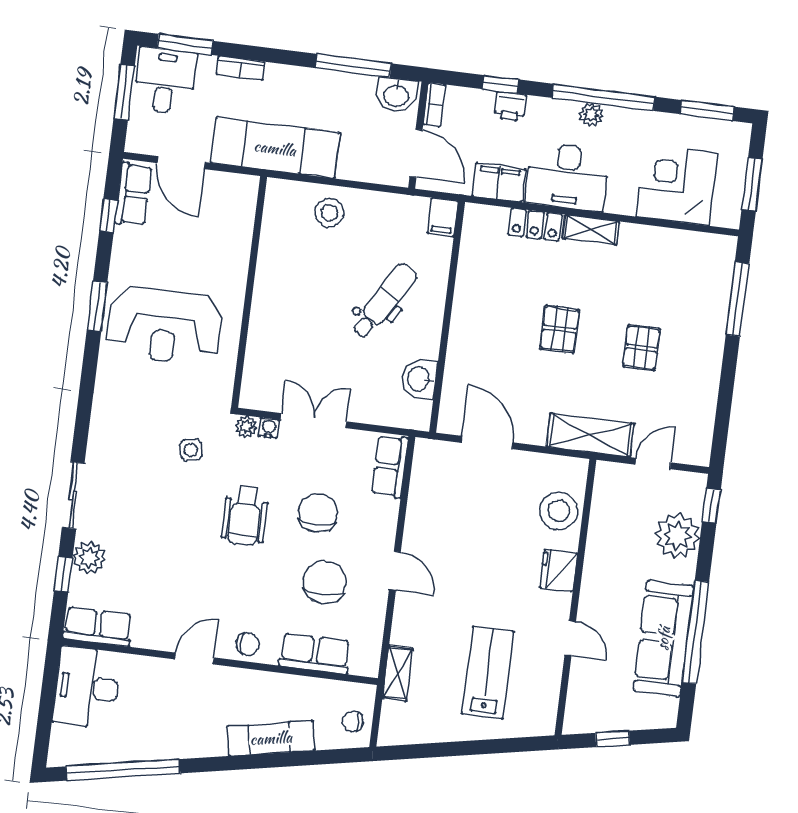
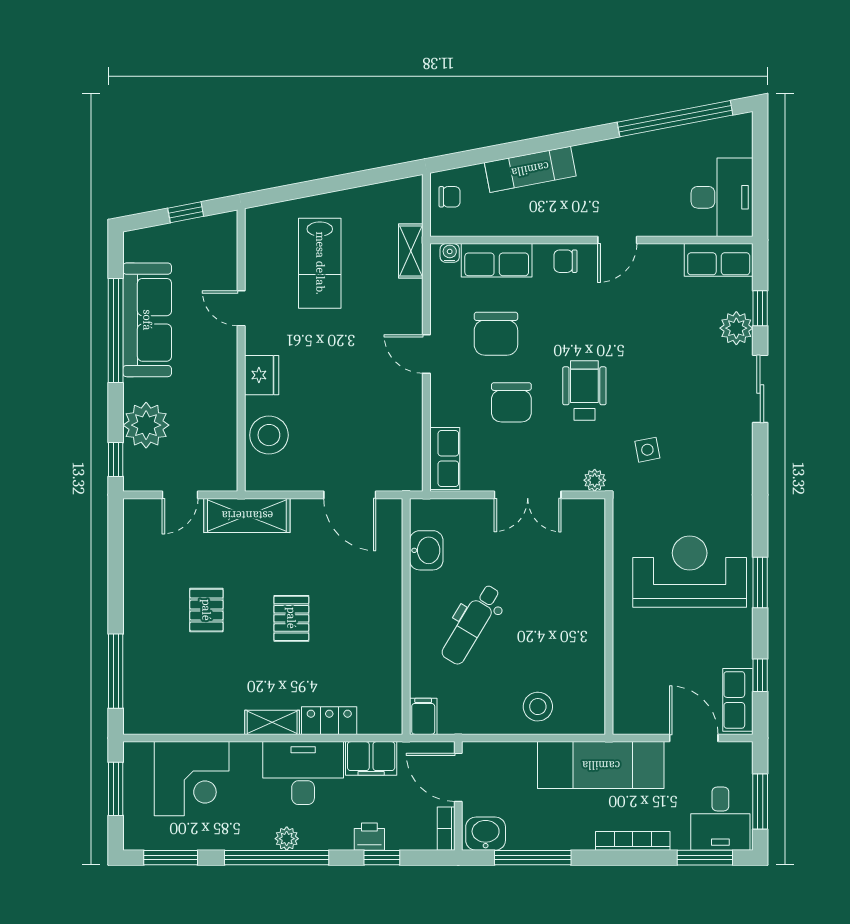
bookcase: (240, 68) -> (633, 841), width x1.56
water cooler: (269, 428) -> (450, 253), moved, turned 180

